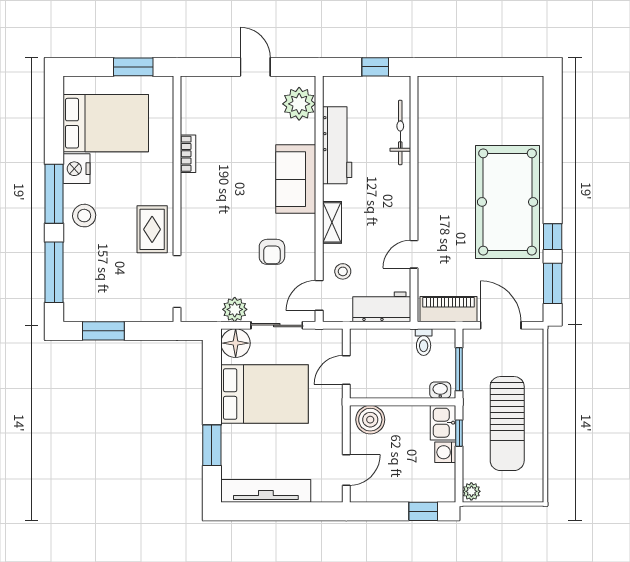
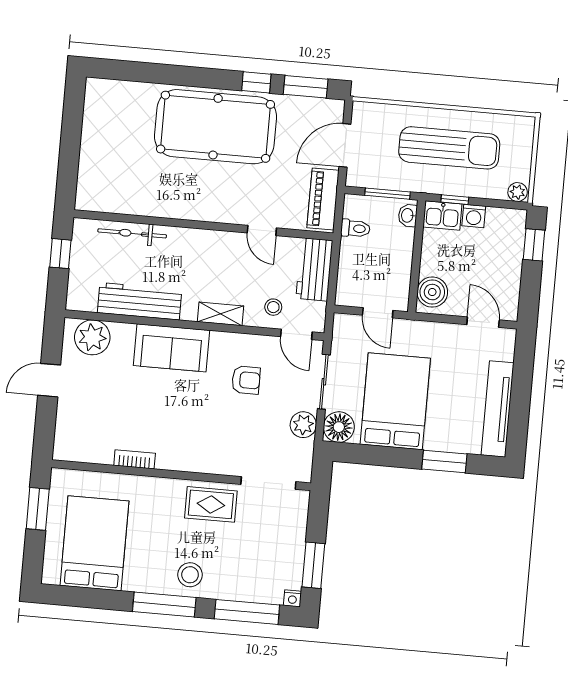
nightstand: (76, 169) -> (292, 598), moved, width x0.53, depth x0.56

